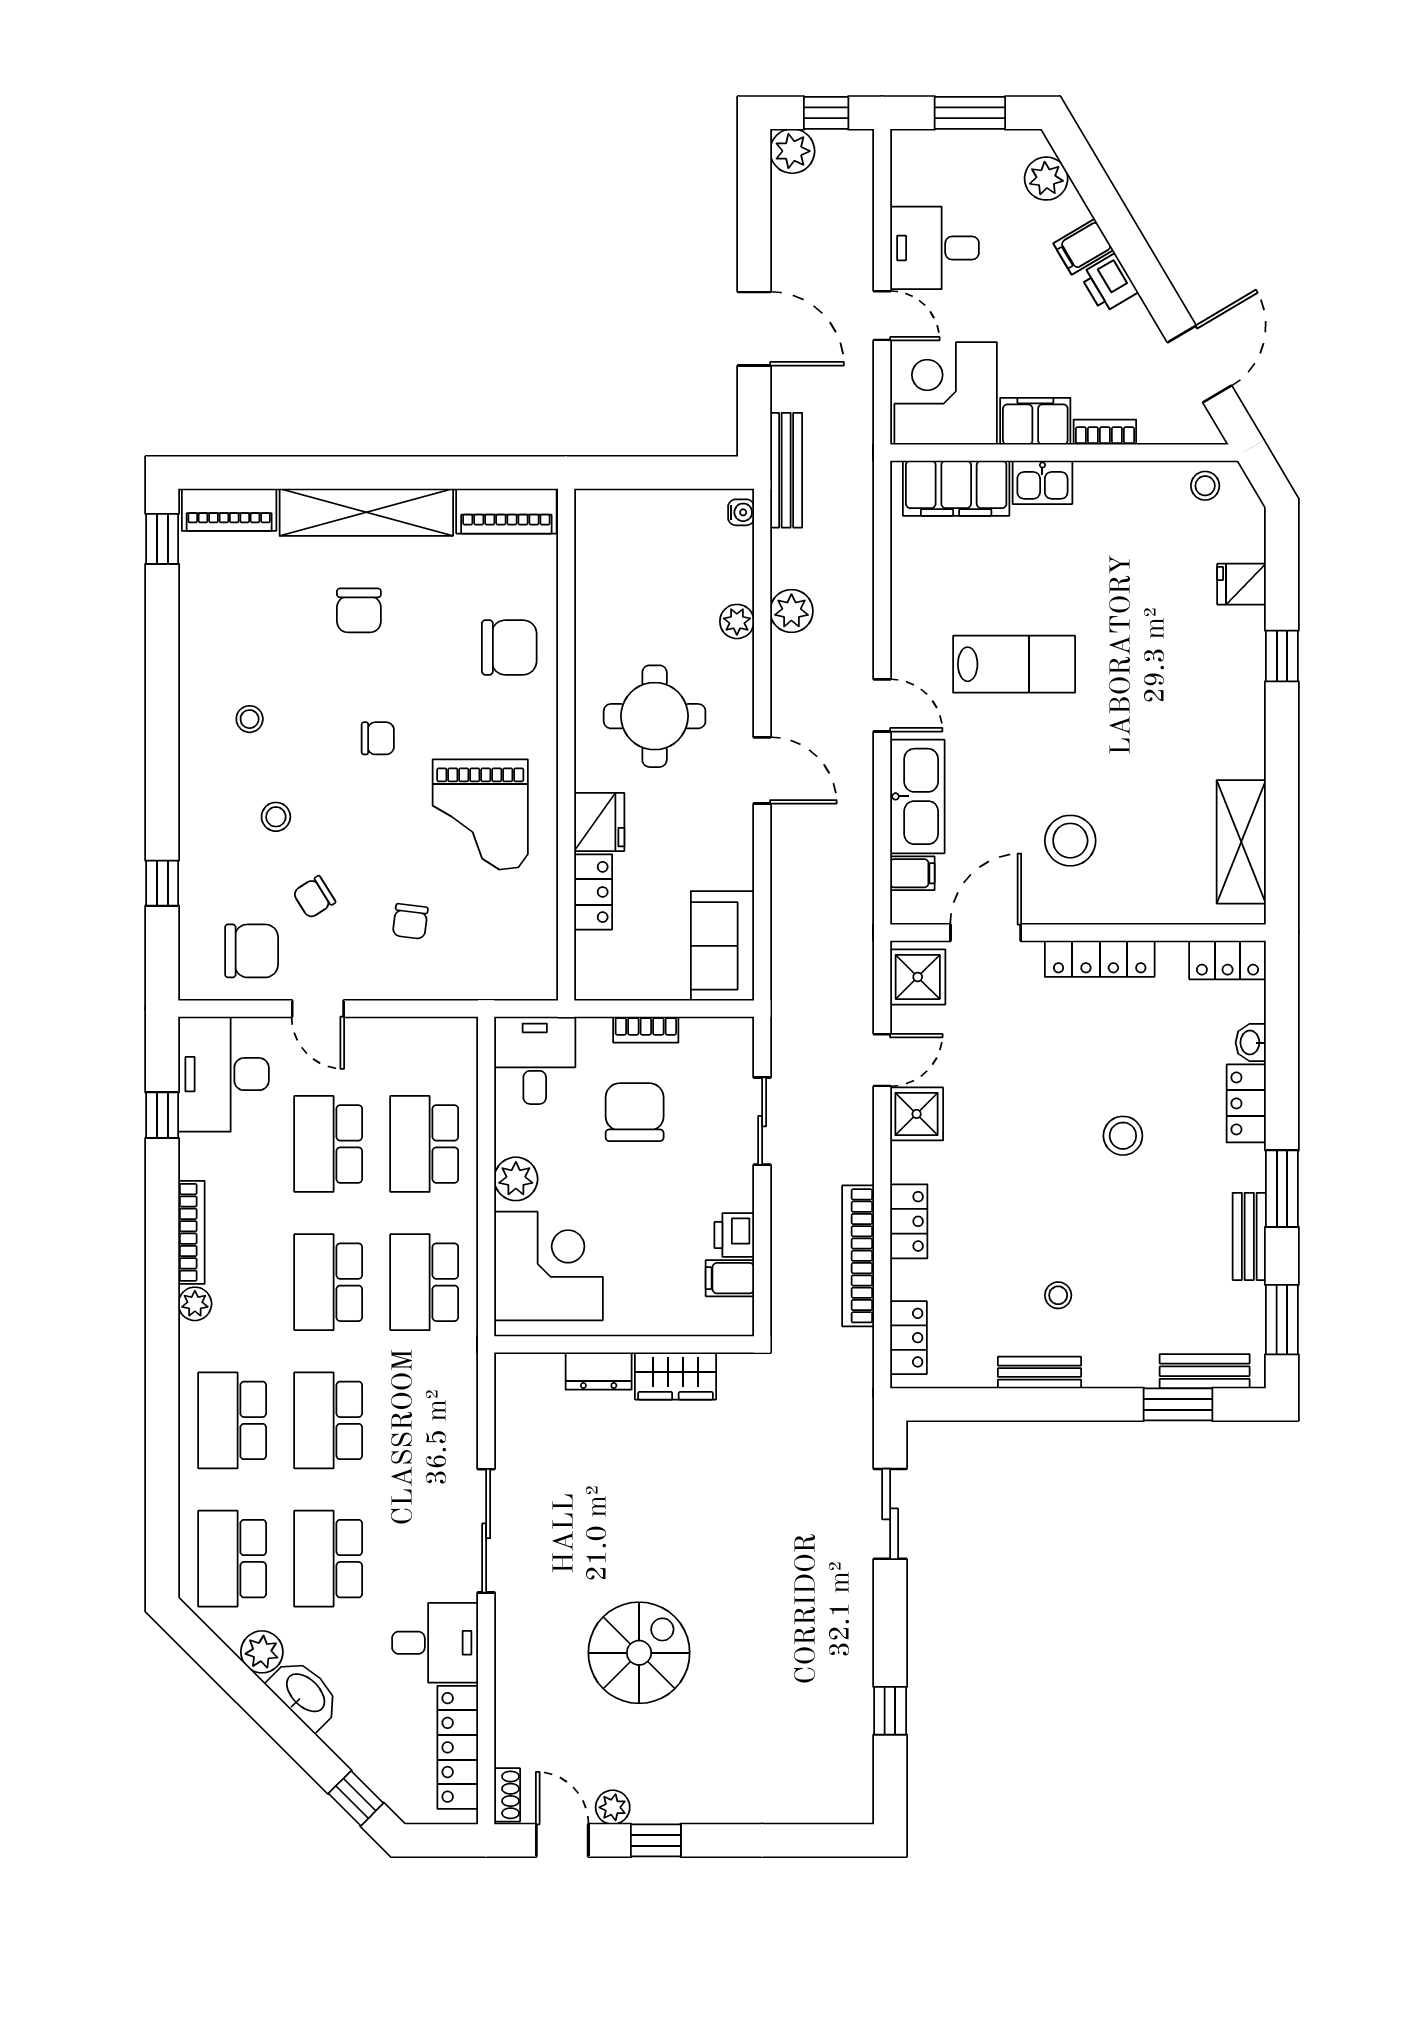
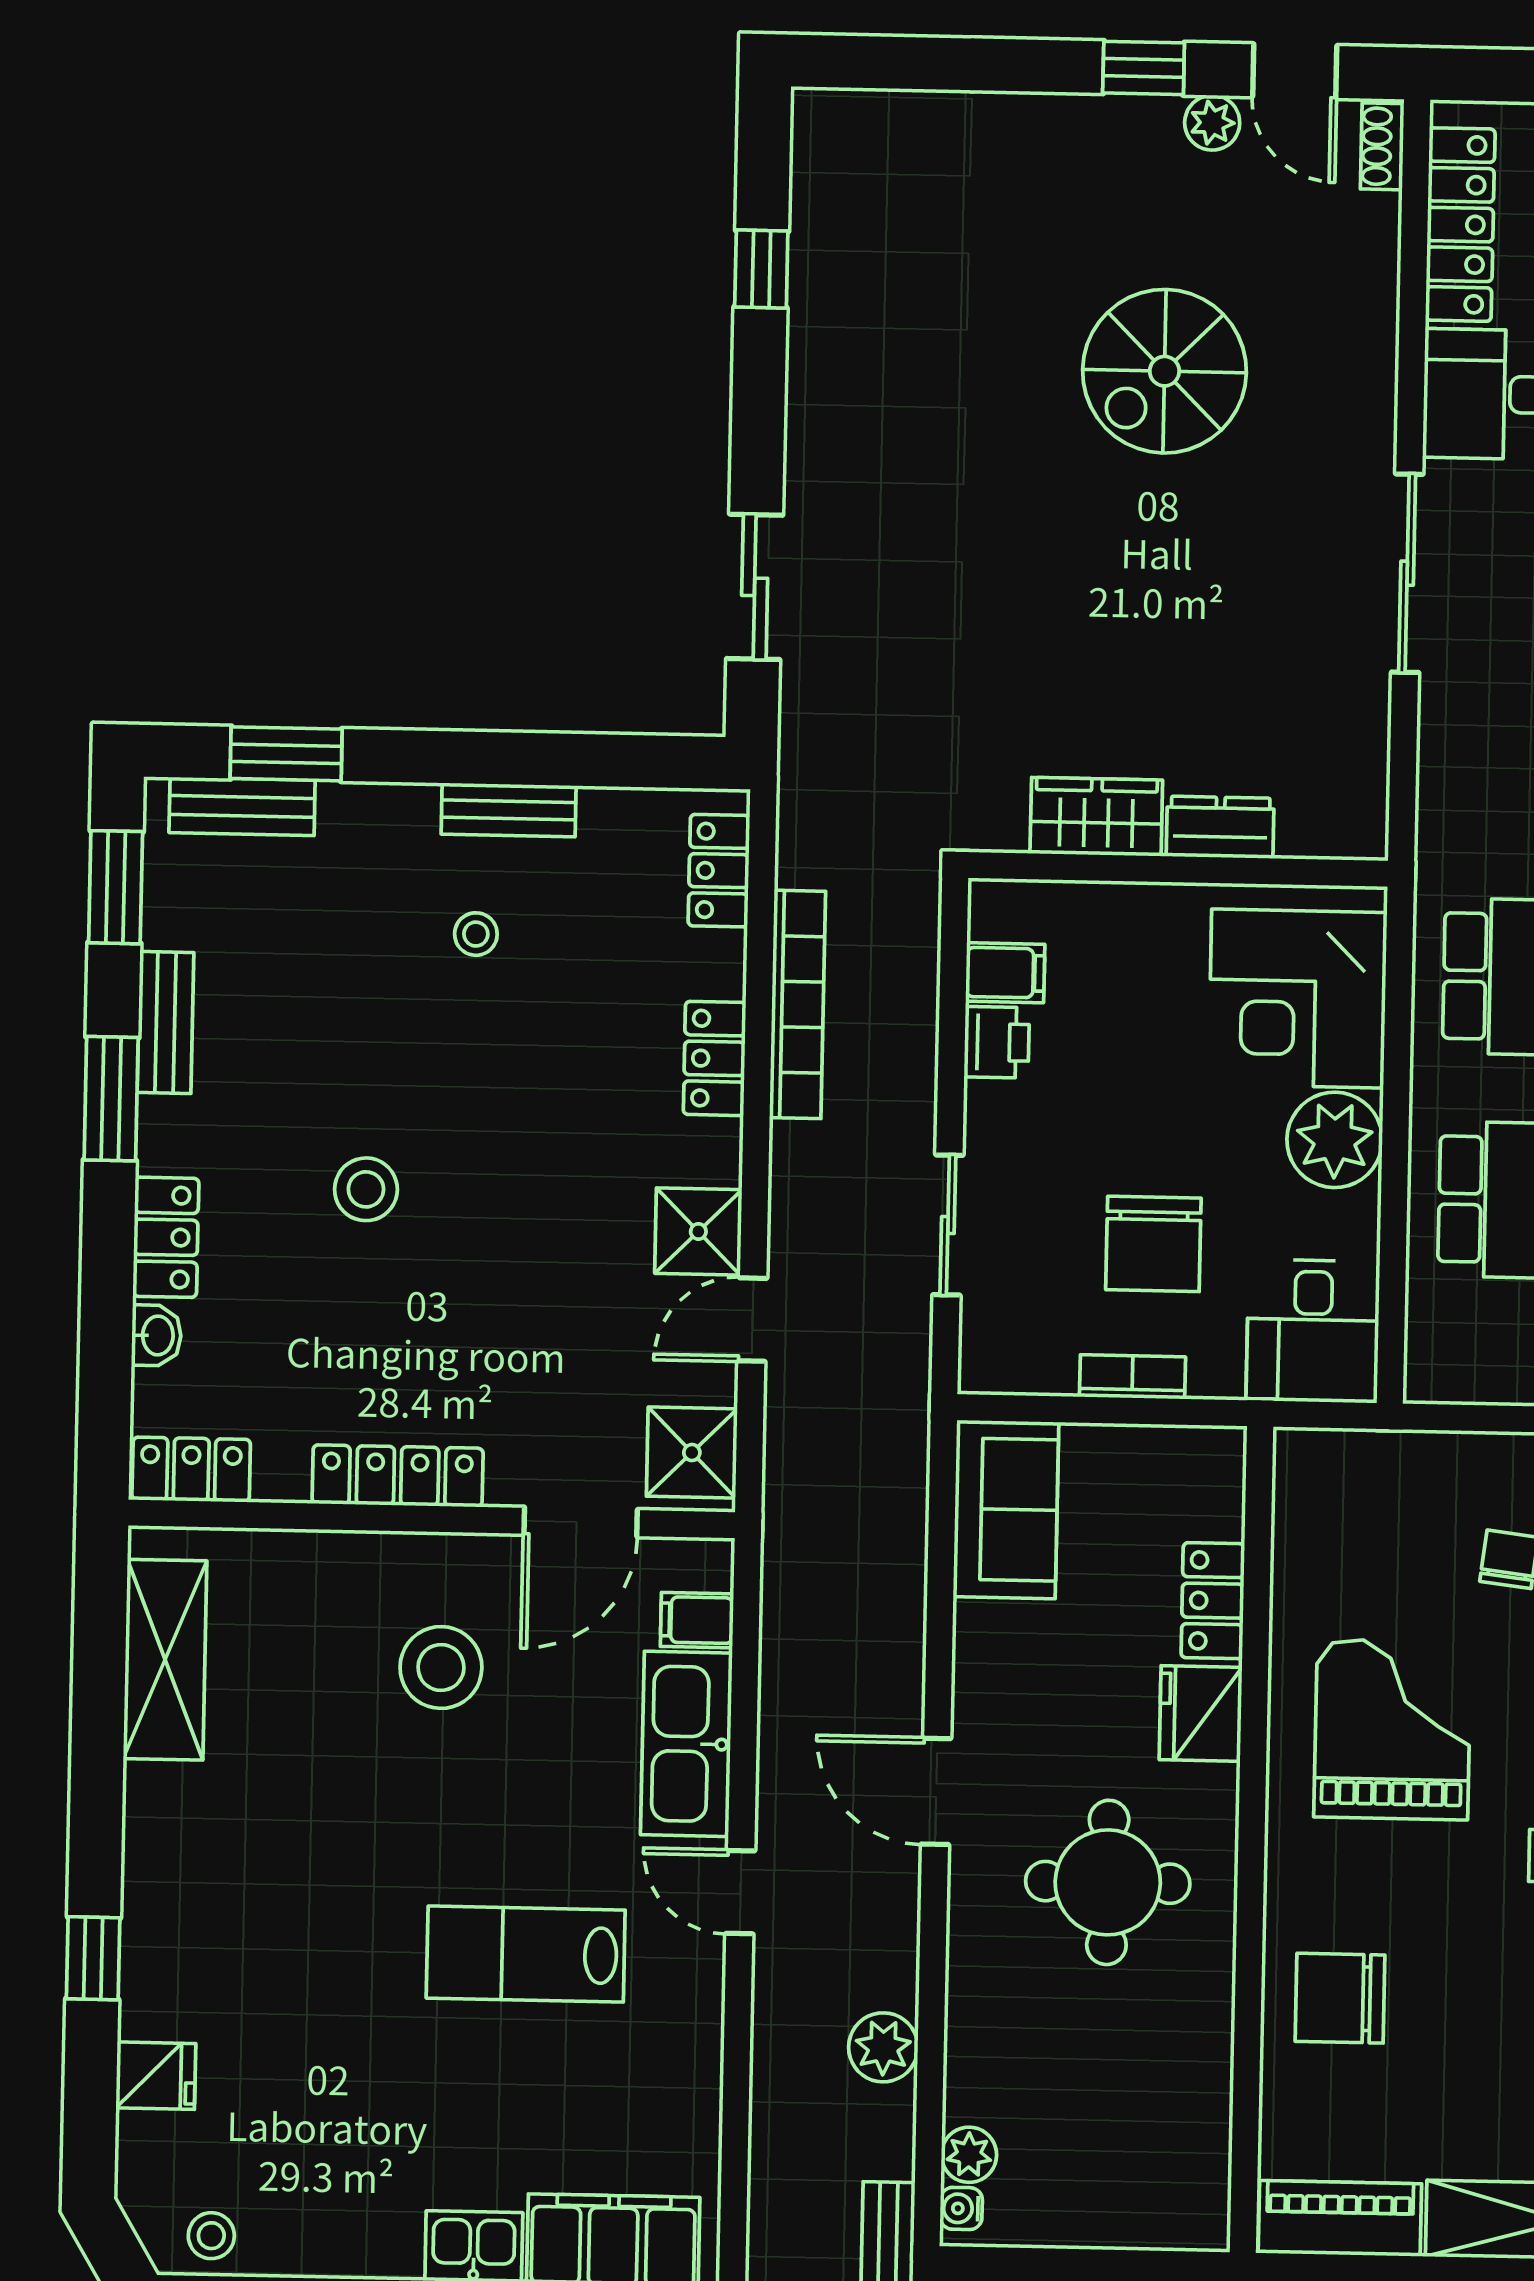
plant: (737, 621) -> (969, 2155), moved
plant: (516, 1179) -> (1335, 1140), width x1.36, depth x1.36

